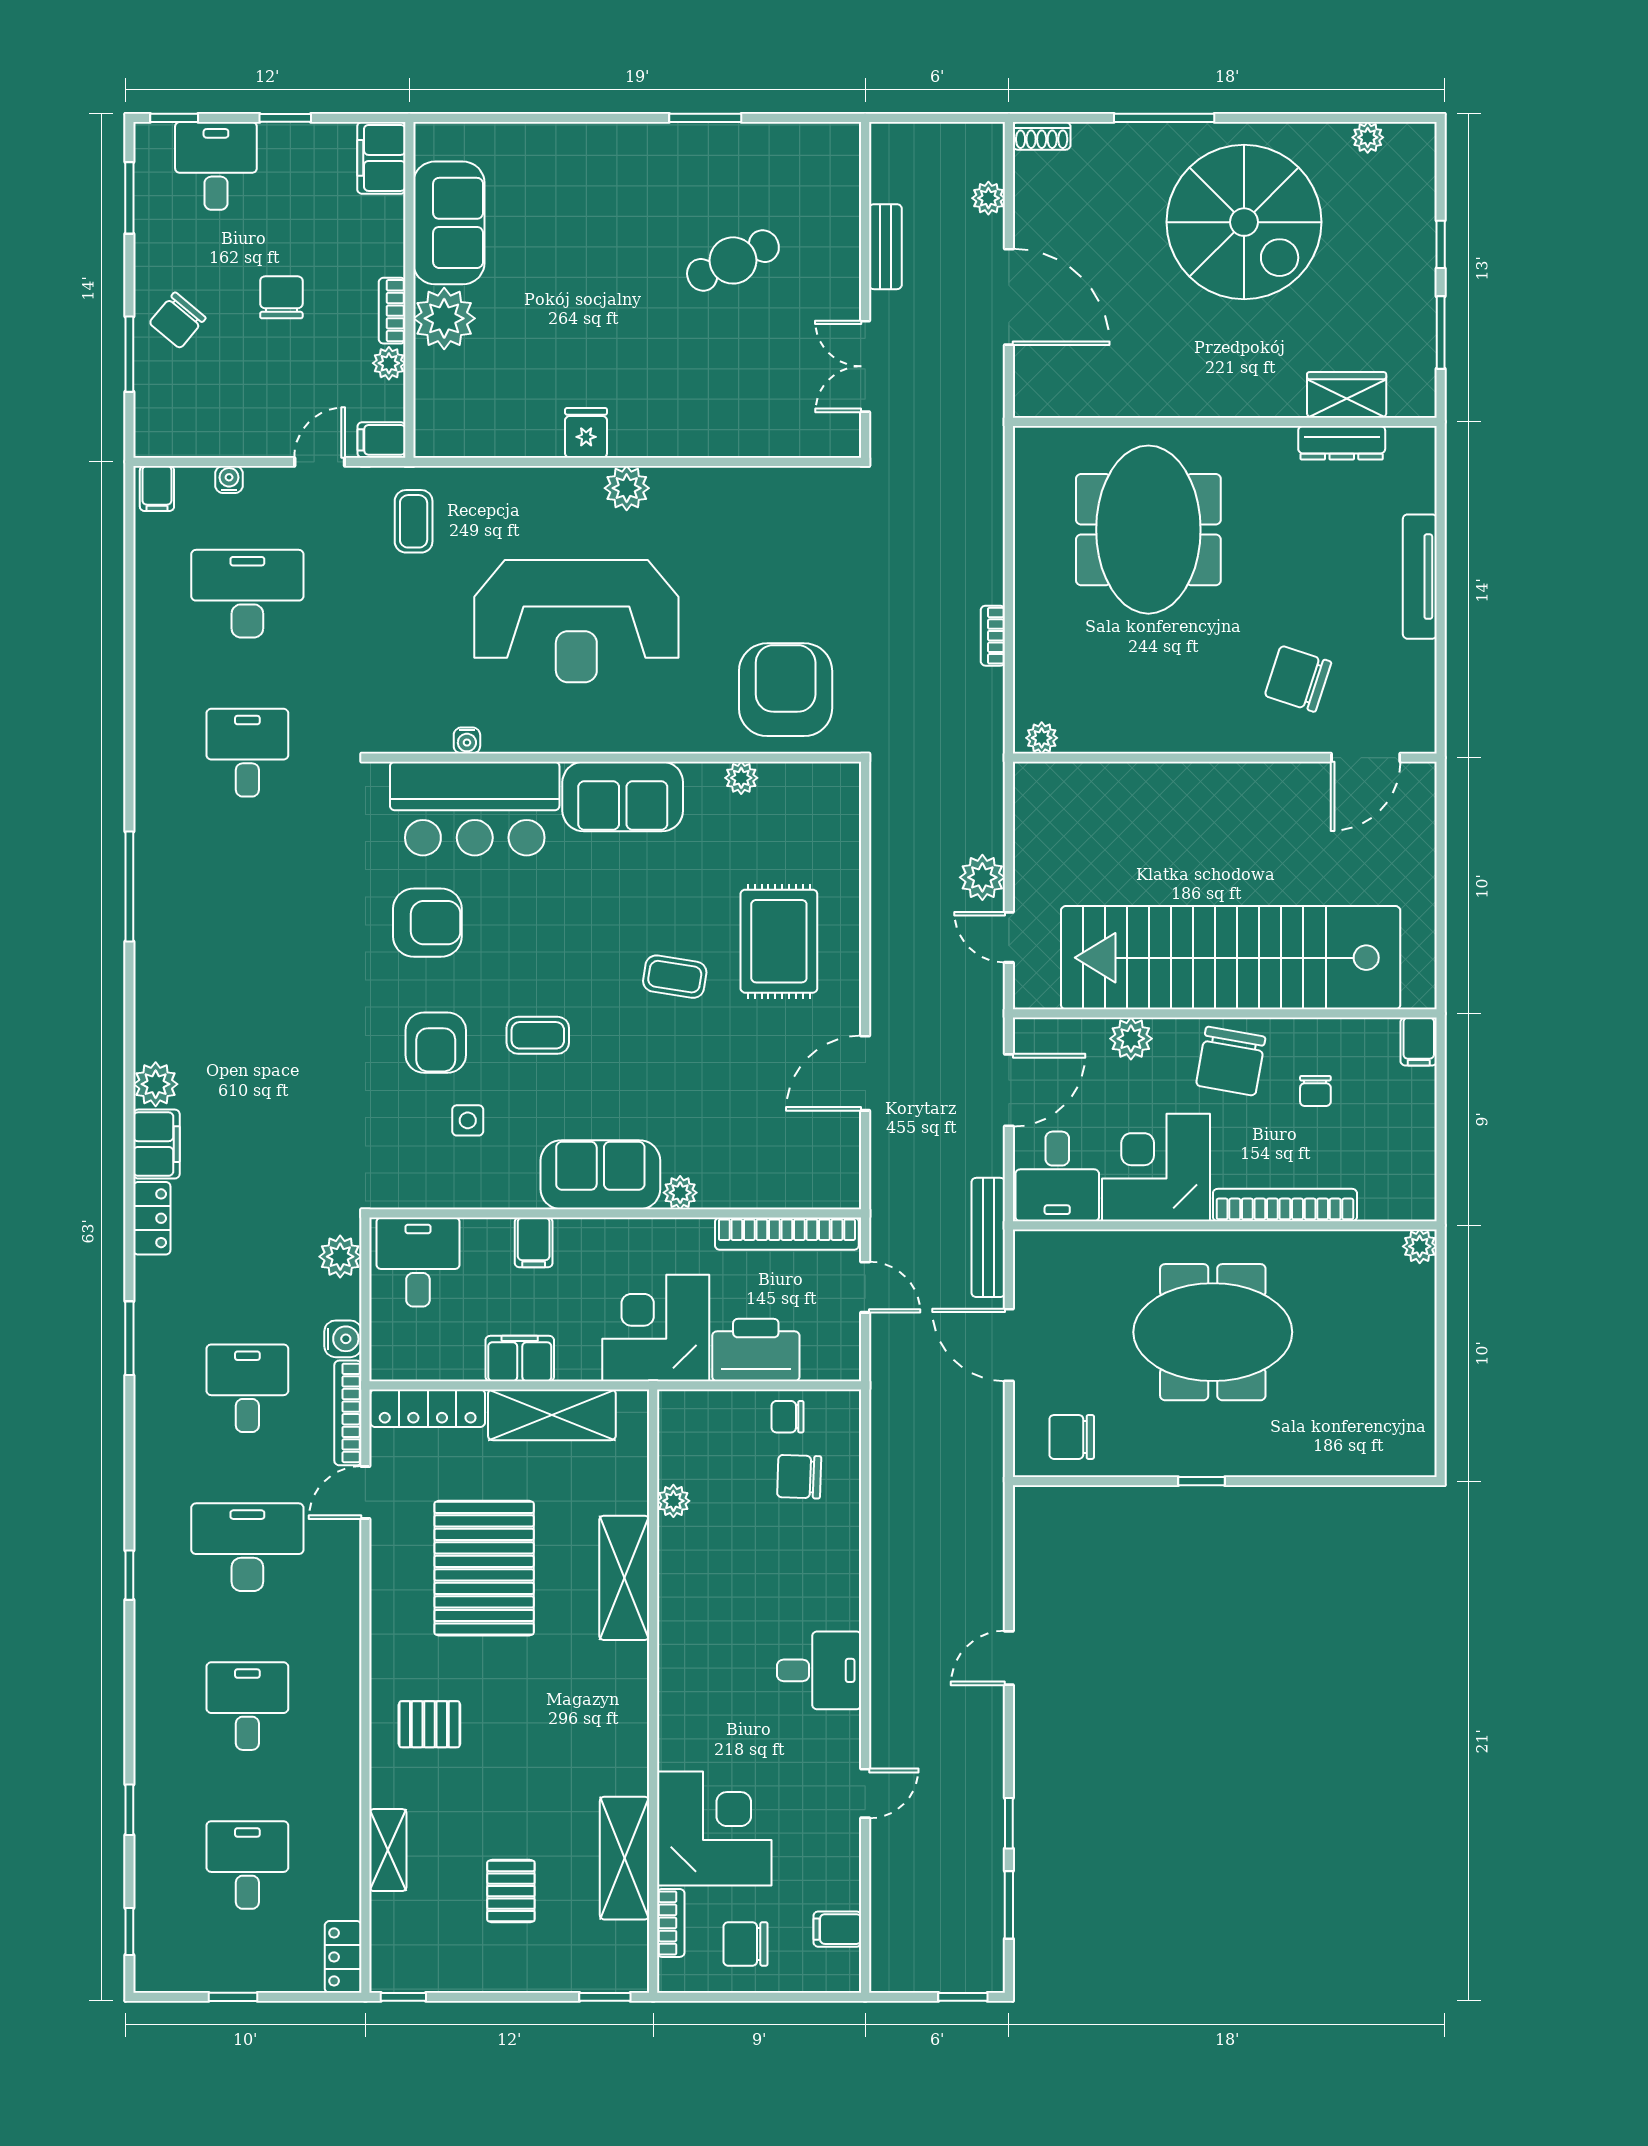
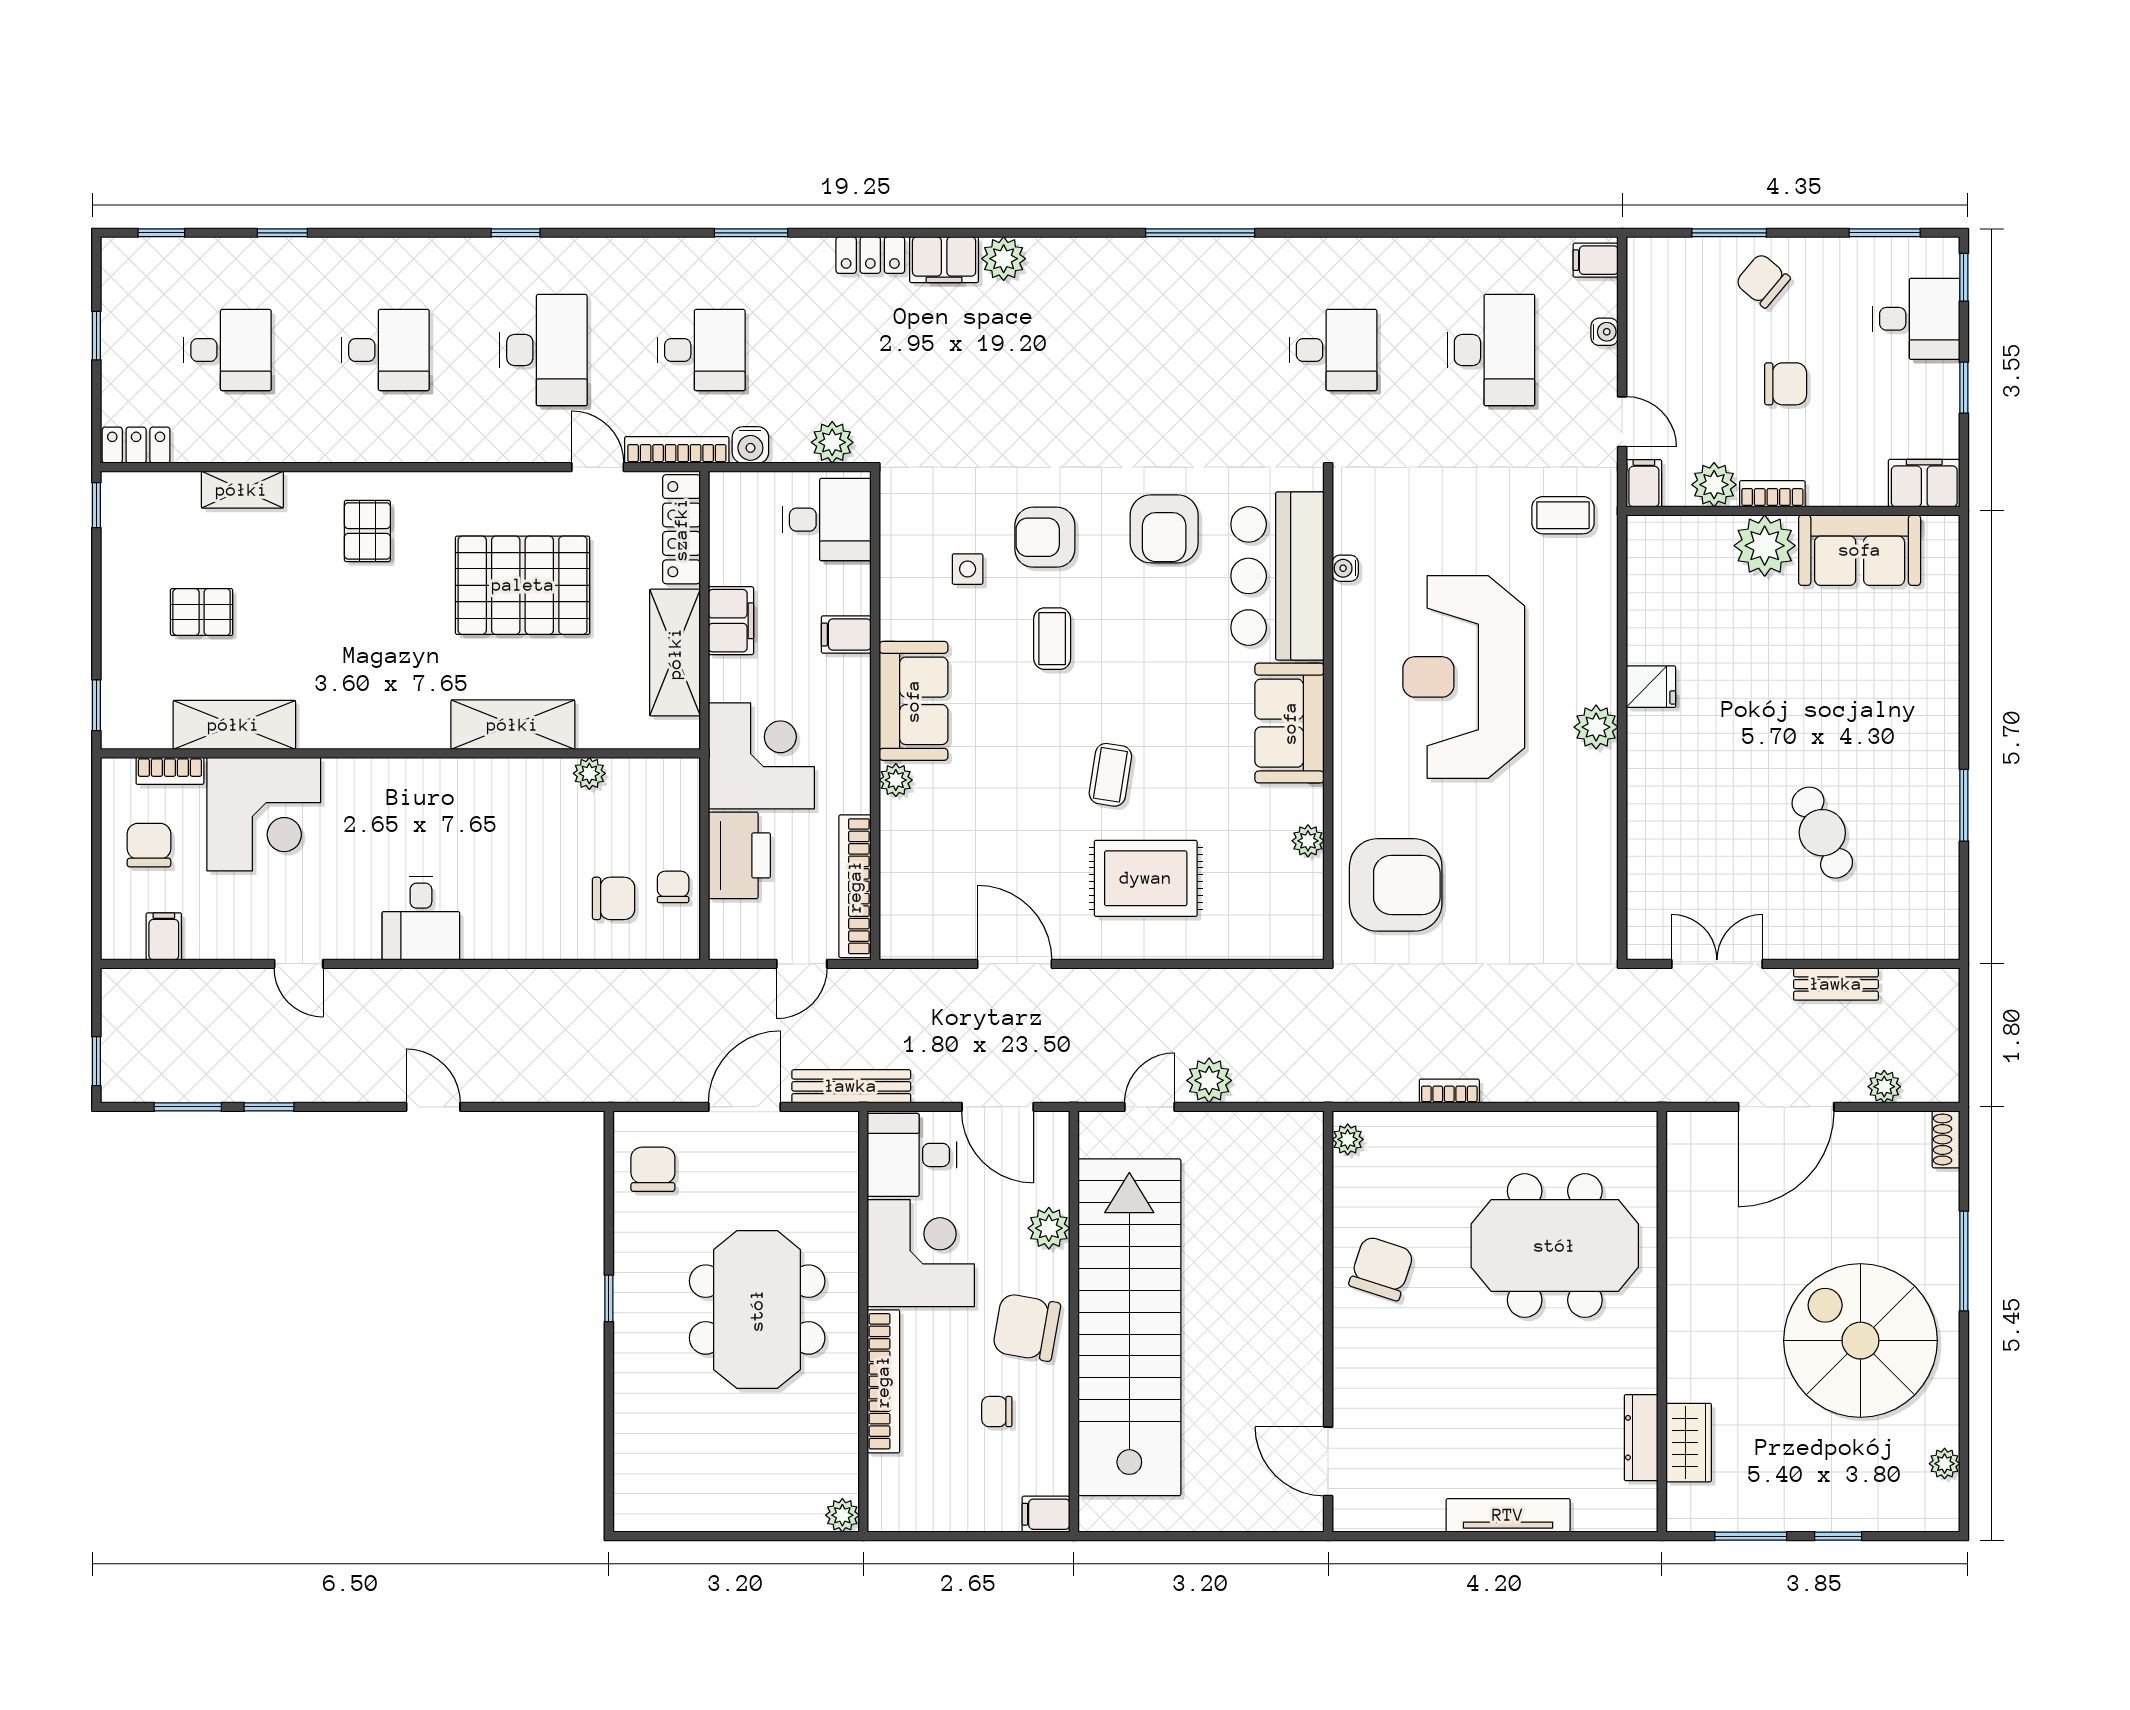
spiral stairs: (1244, 222) -> (1860, 1341), turned 90
plant: (389, 363) -> (1714, 485), width x1.38, depth x1.38
chair: (1298, 679) -> (1381, 1268), moved
chair: (799, 1477) -> (613, 898), turned 88

